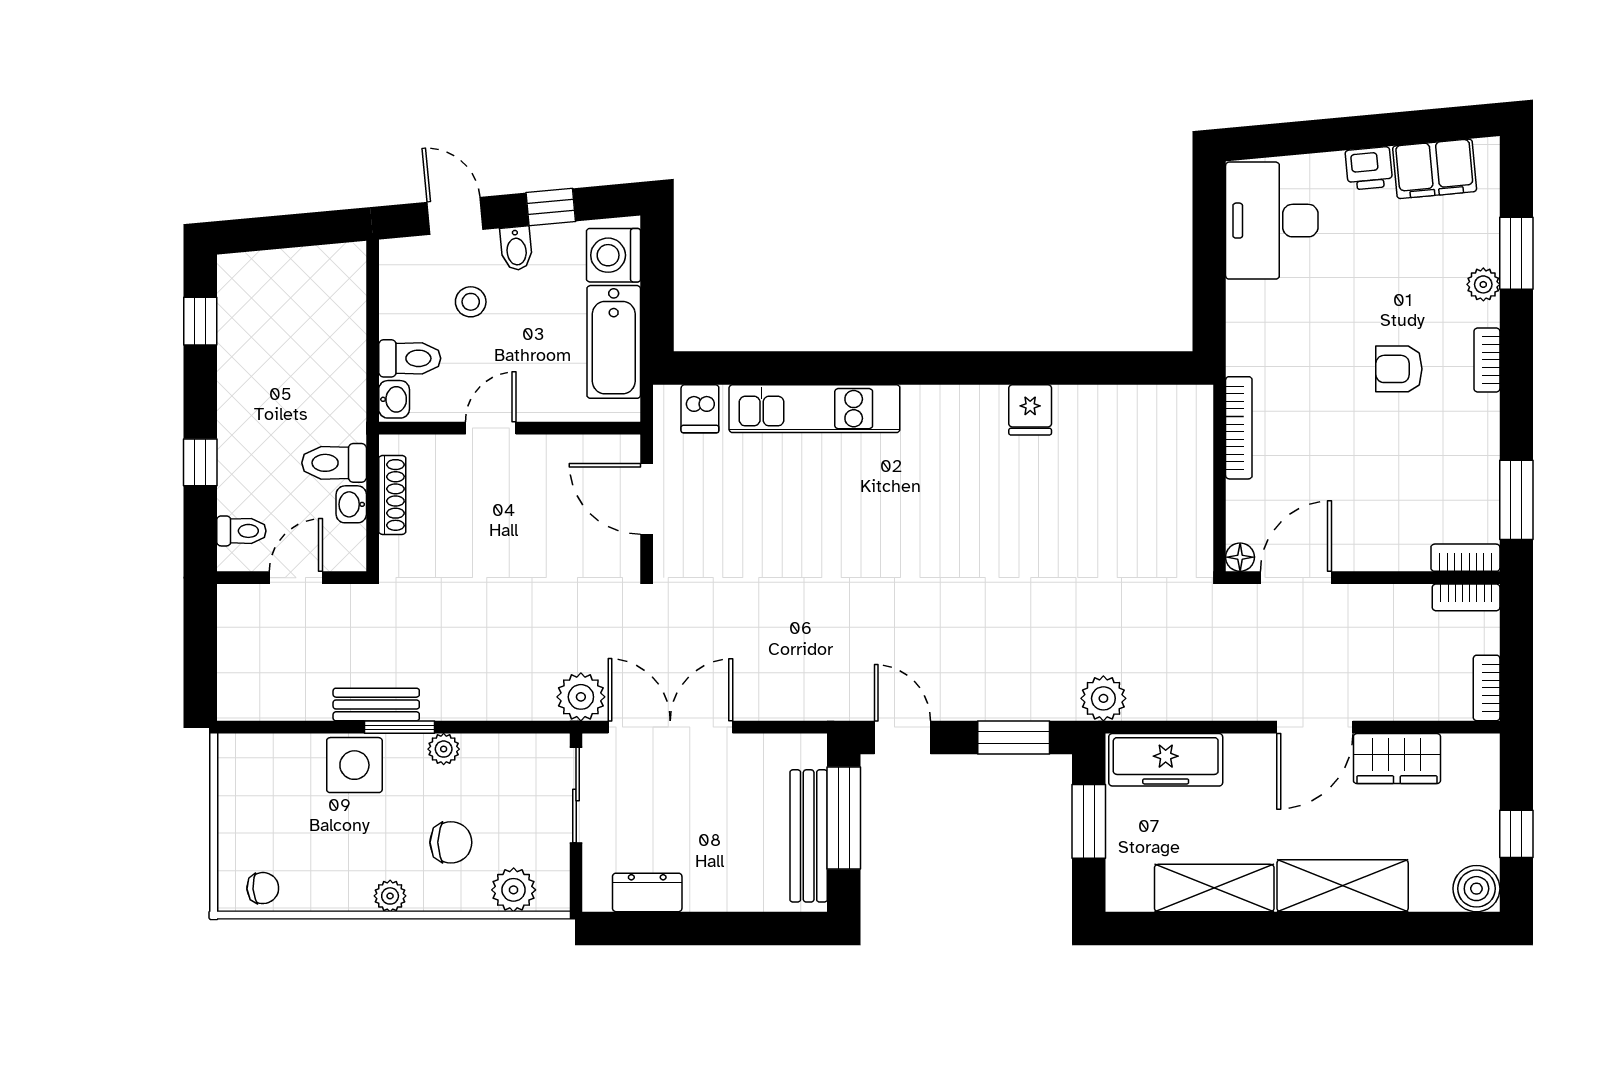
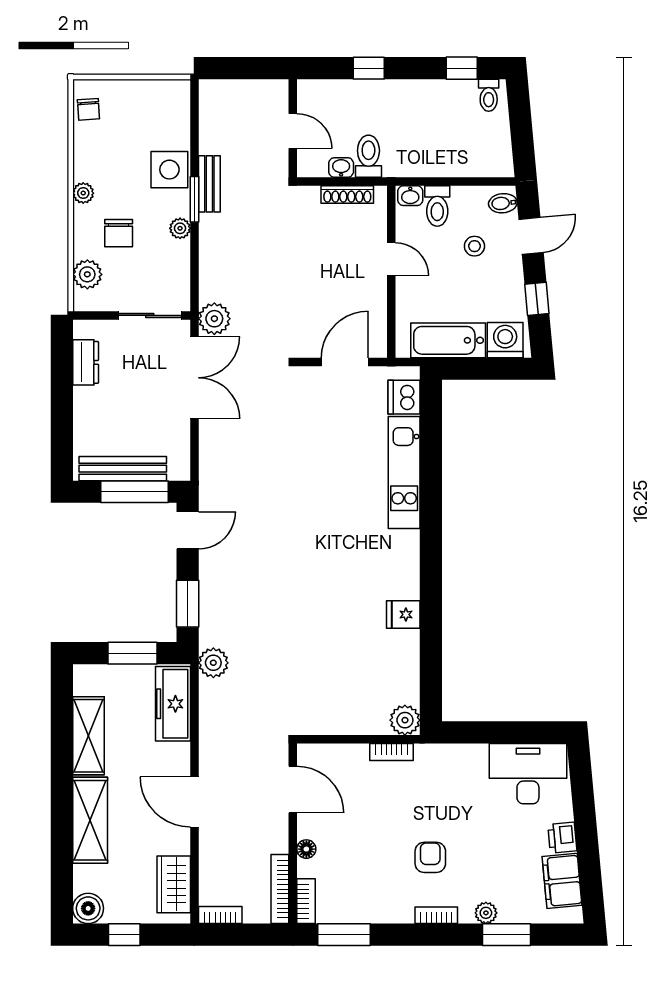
bidet: (516, 249) -> (503, 203), moved
plant: (1190, 407) -> (405, 720), added
dishwasher: (700, 409) -> (404, 397), width x1.38
bookcase: (1239, 428) -> (392, 752), width x0.64
toilet: (241, 531) -> (489, 95), moved
floor lamp: (1240, 557) -> (306, 849), moved
bookcase: (1466, 597) -> (280, 889), width x1.56
wardrobe: (1397, 759) -> (174, 884), moved

